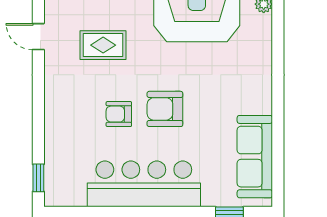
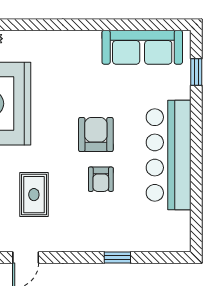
armchair: (165, 109) -> (96, 135), turned 180
window: (38, 178) -> (117, 257), moved

